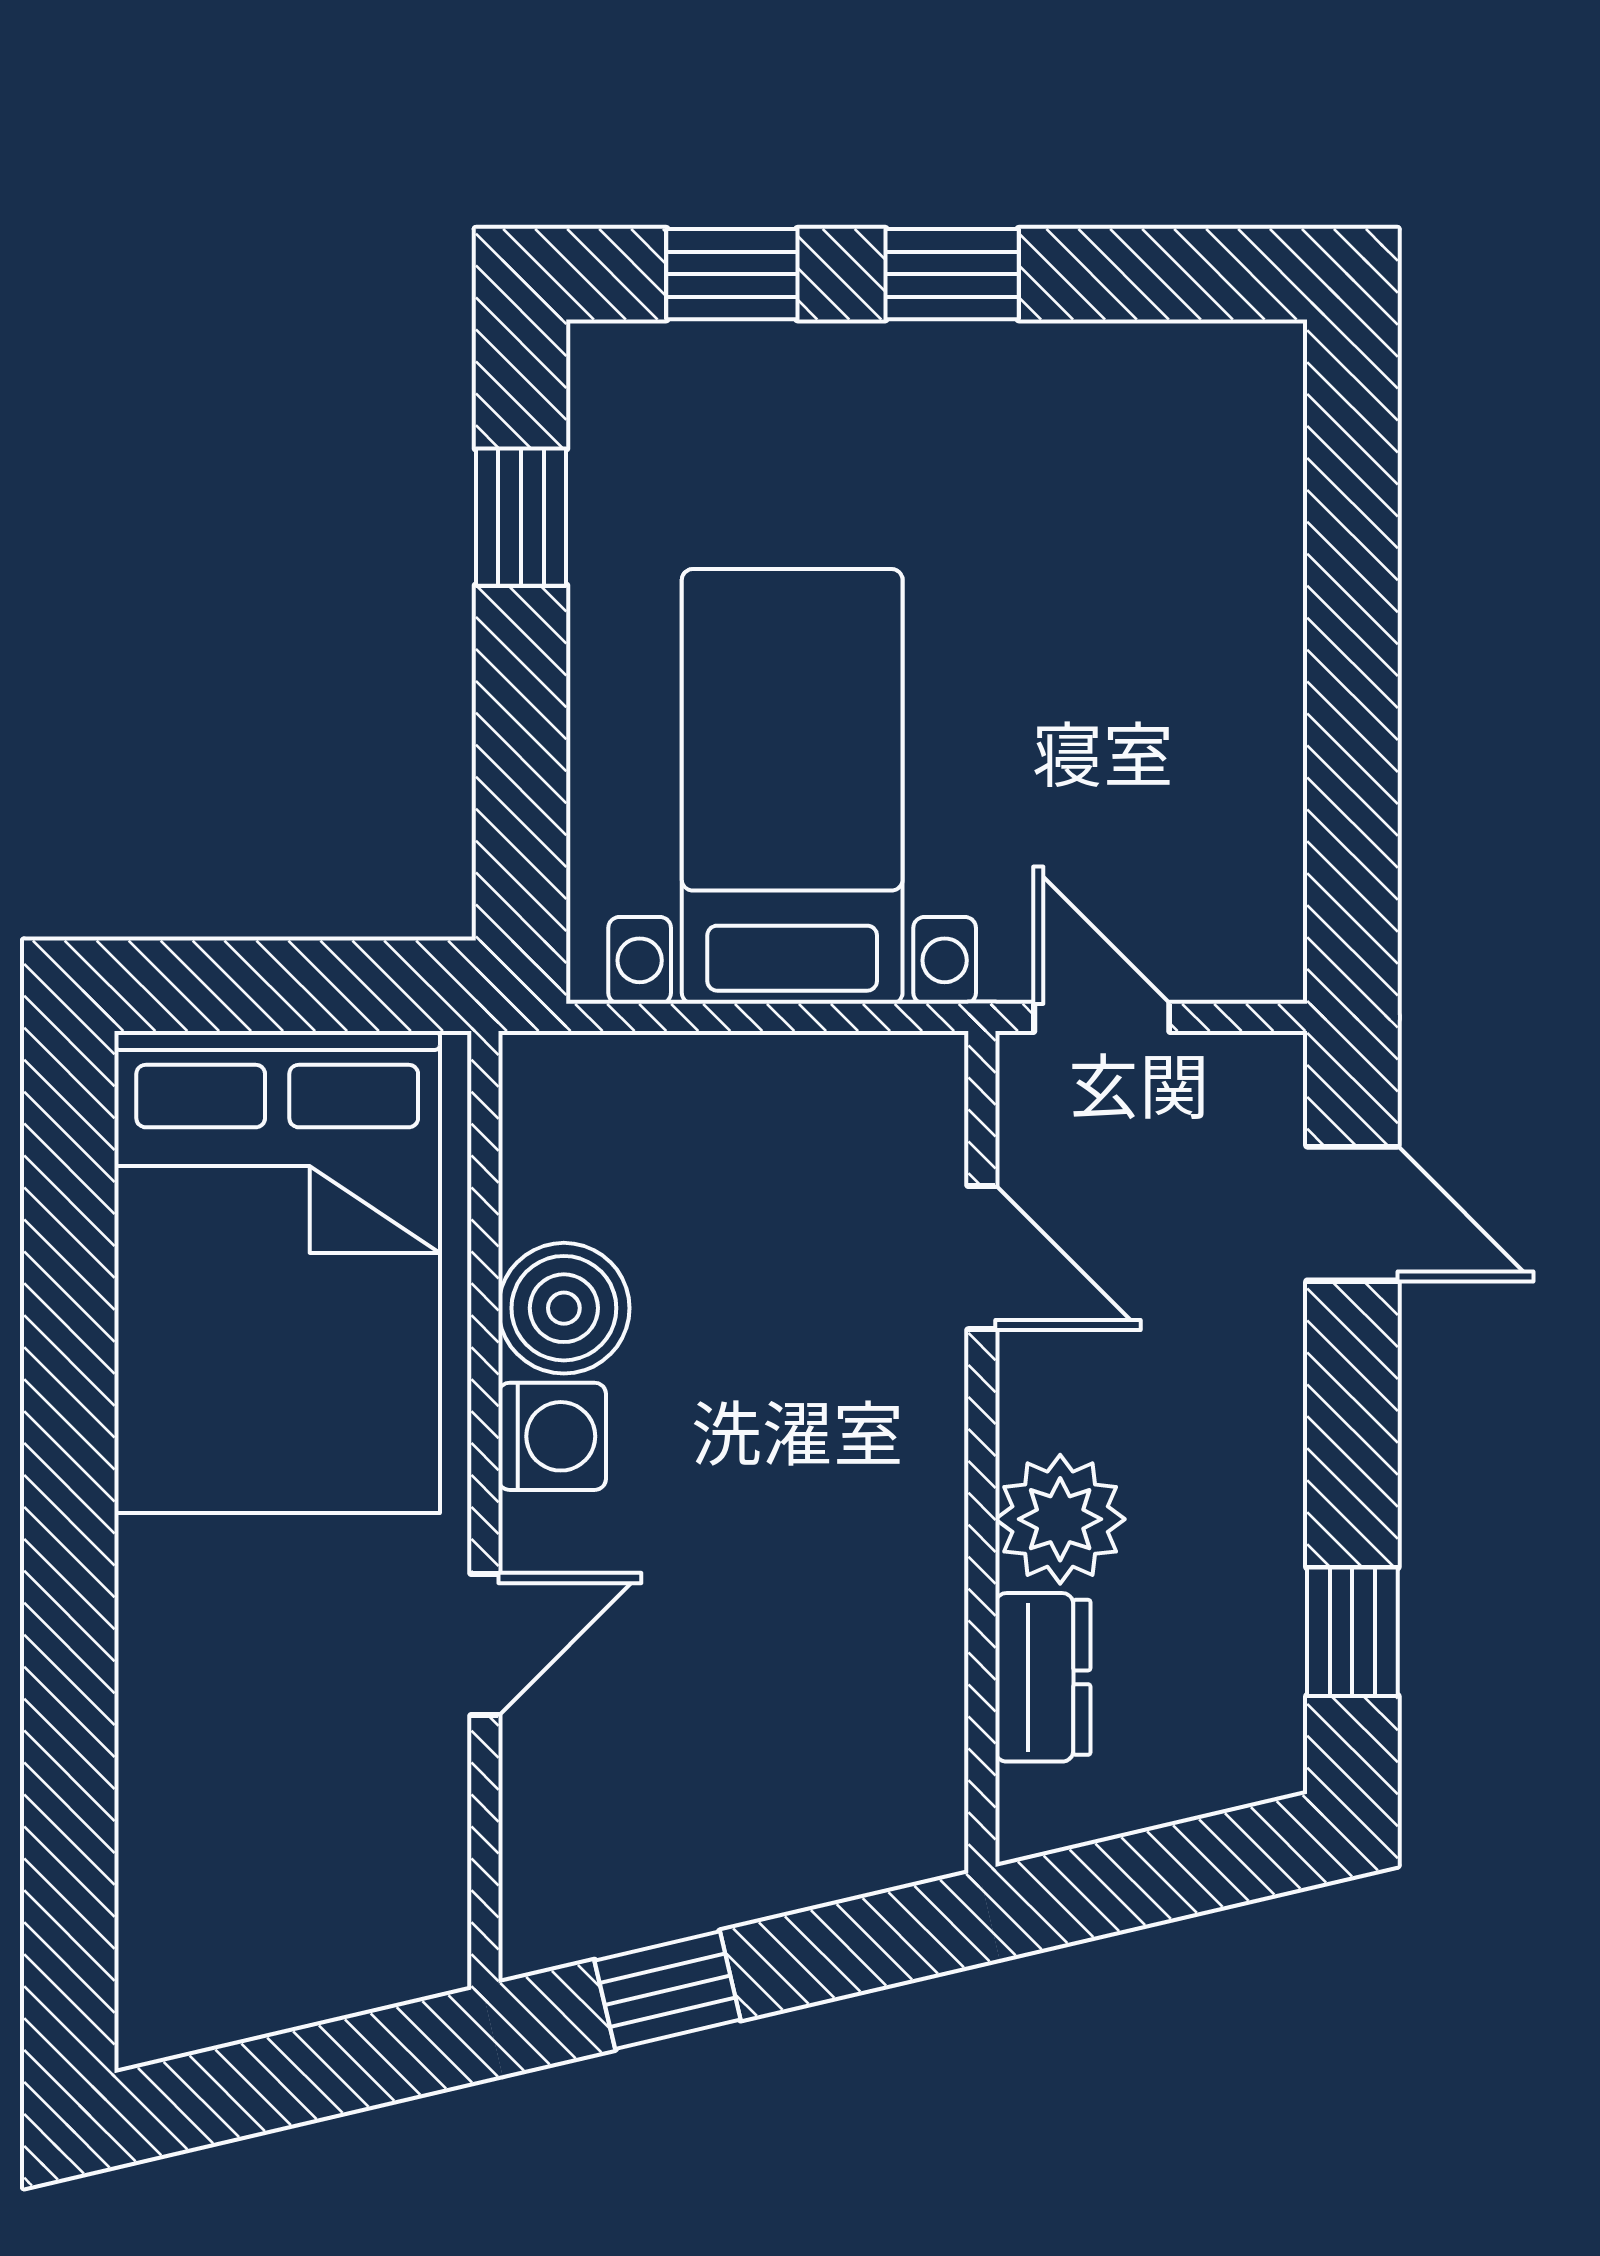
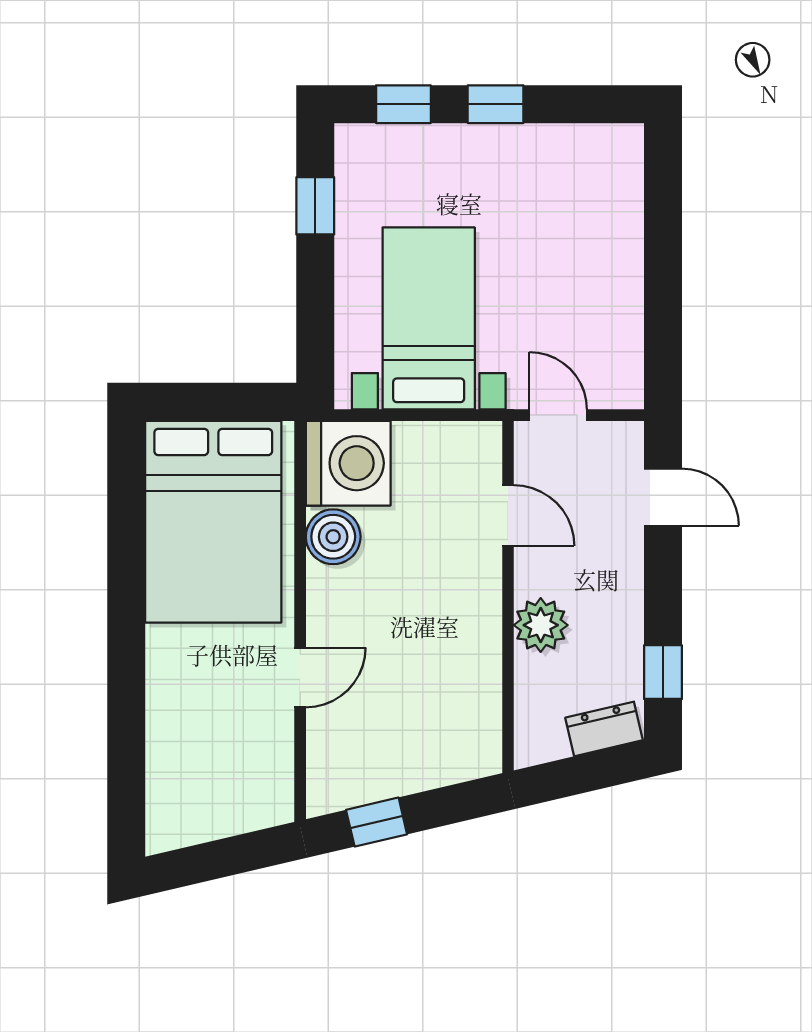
washing machine: (552, 1436) -> (348, 463), moved, width x1.89, depth x1.89
dresser: (1043, 1677) -> (604, 729), moved, turned -103

